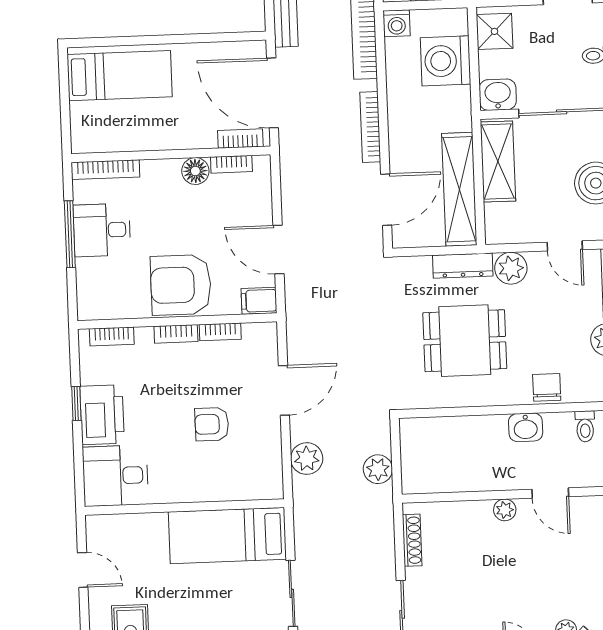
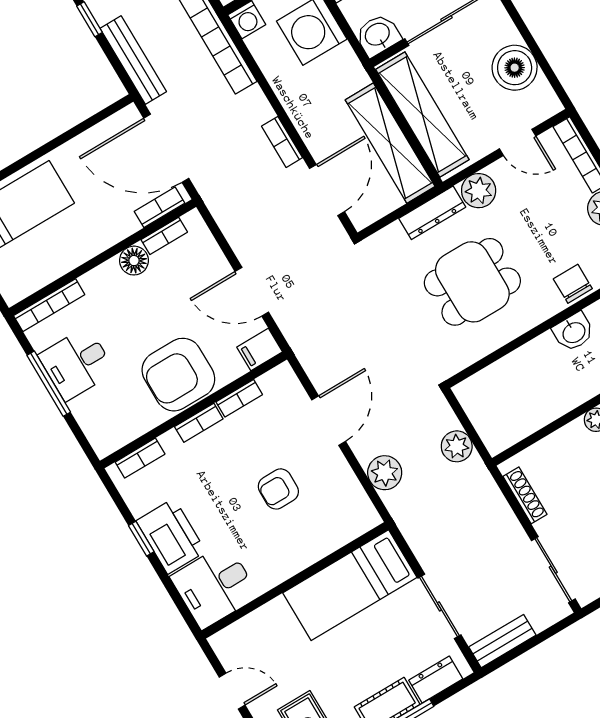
bookcase: (370, 127) -> (282, 142), width x0.64
shelving: (498, 162) -> (422, 115), width x1.47

